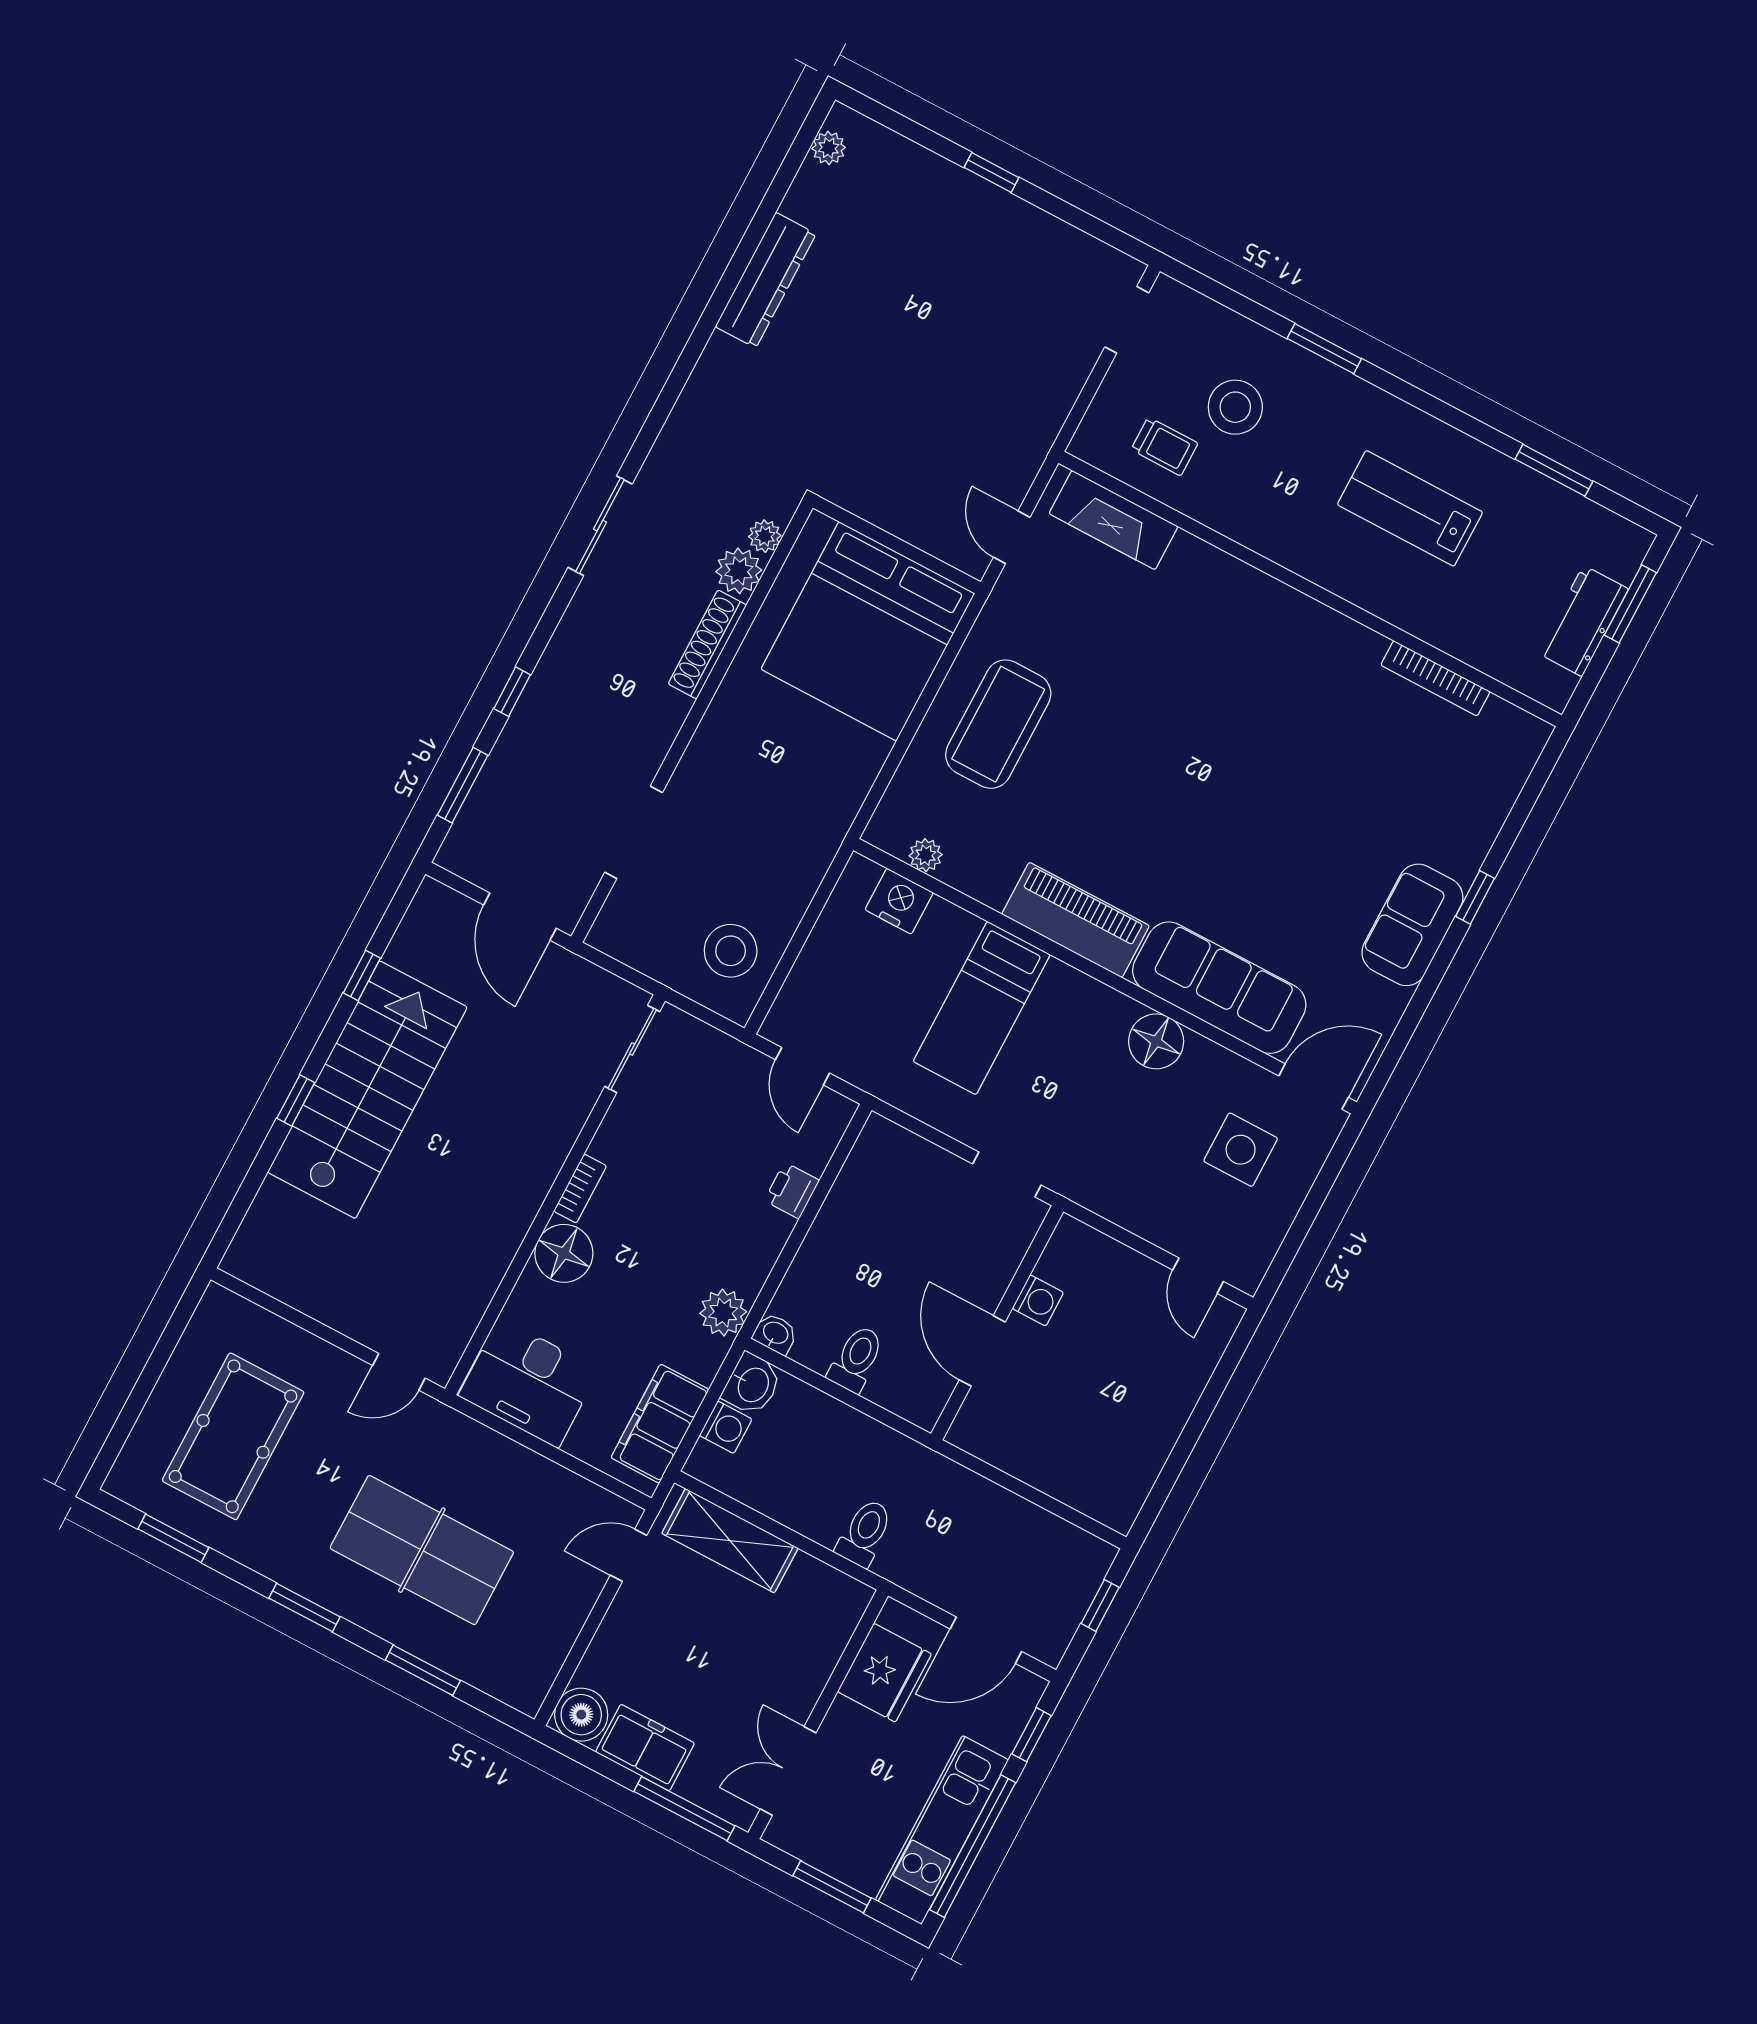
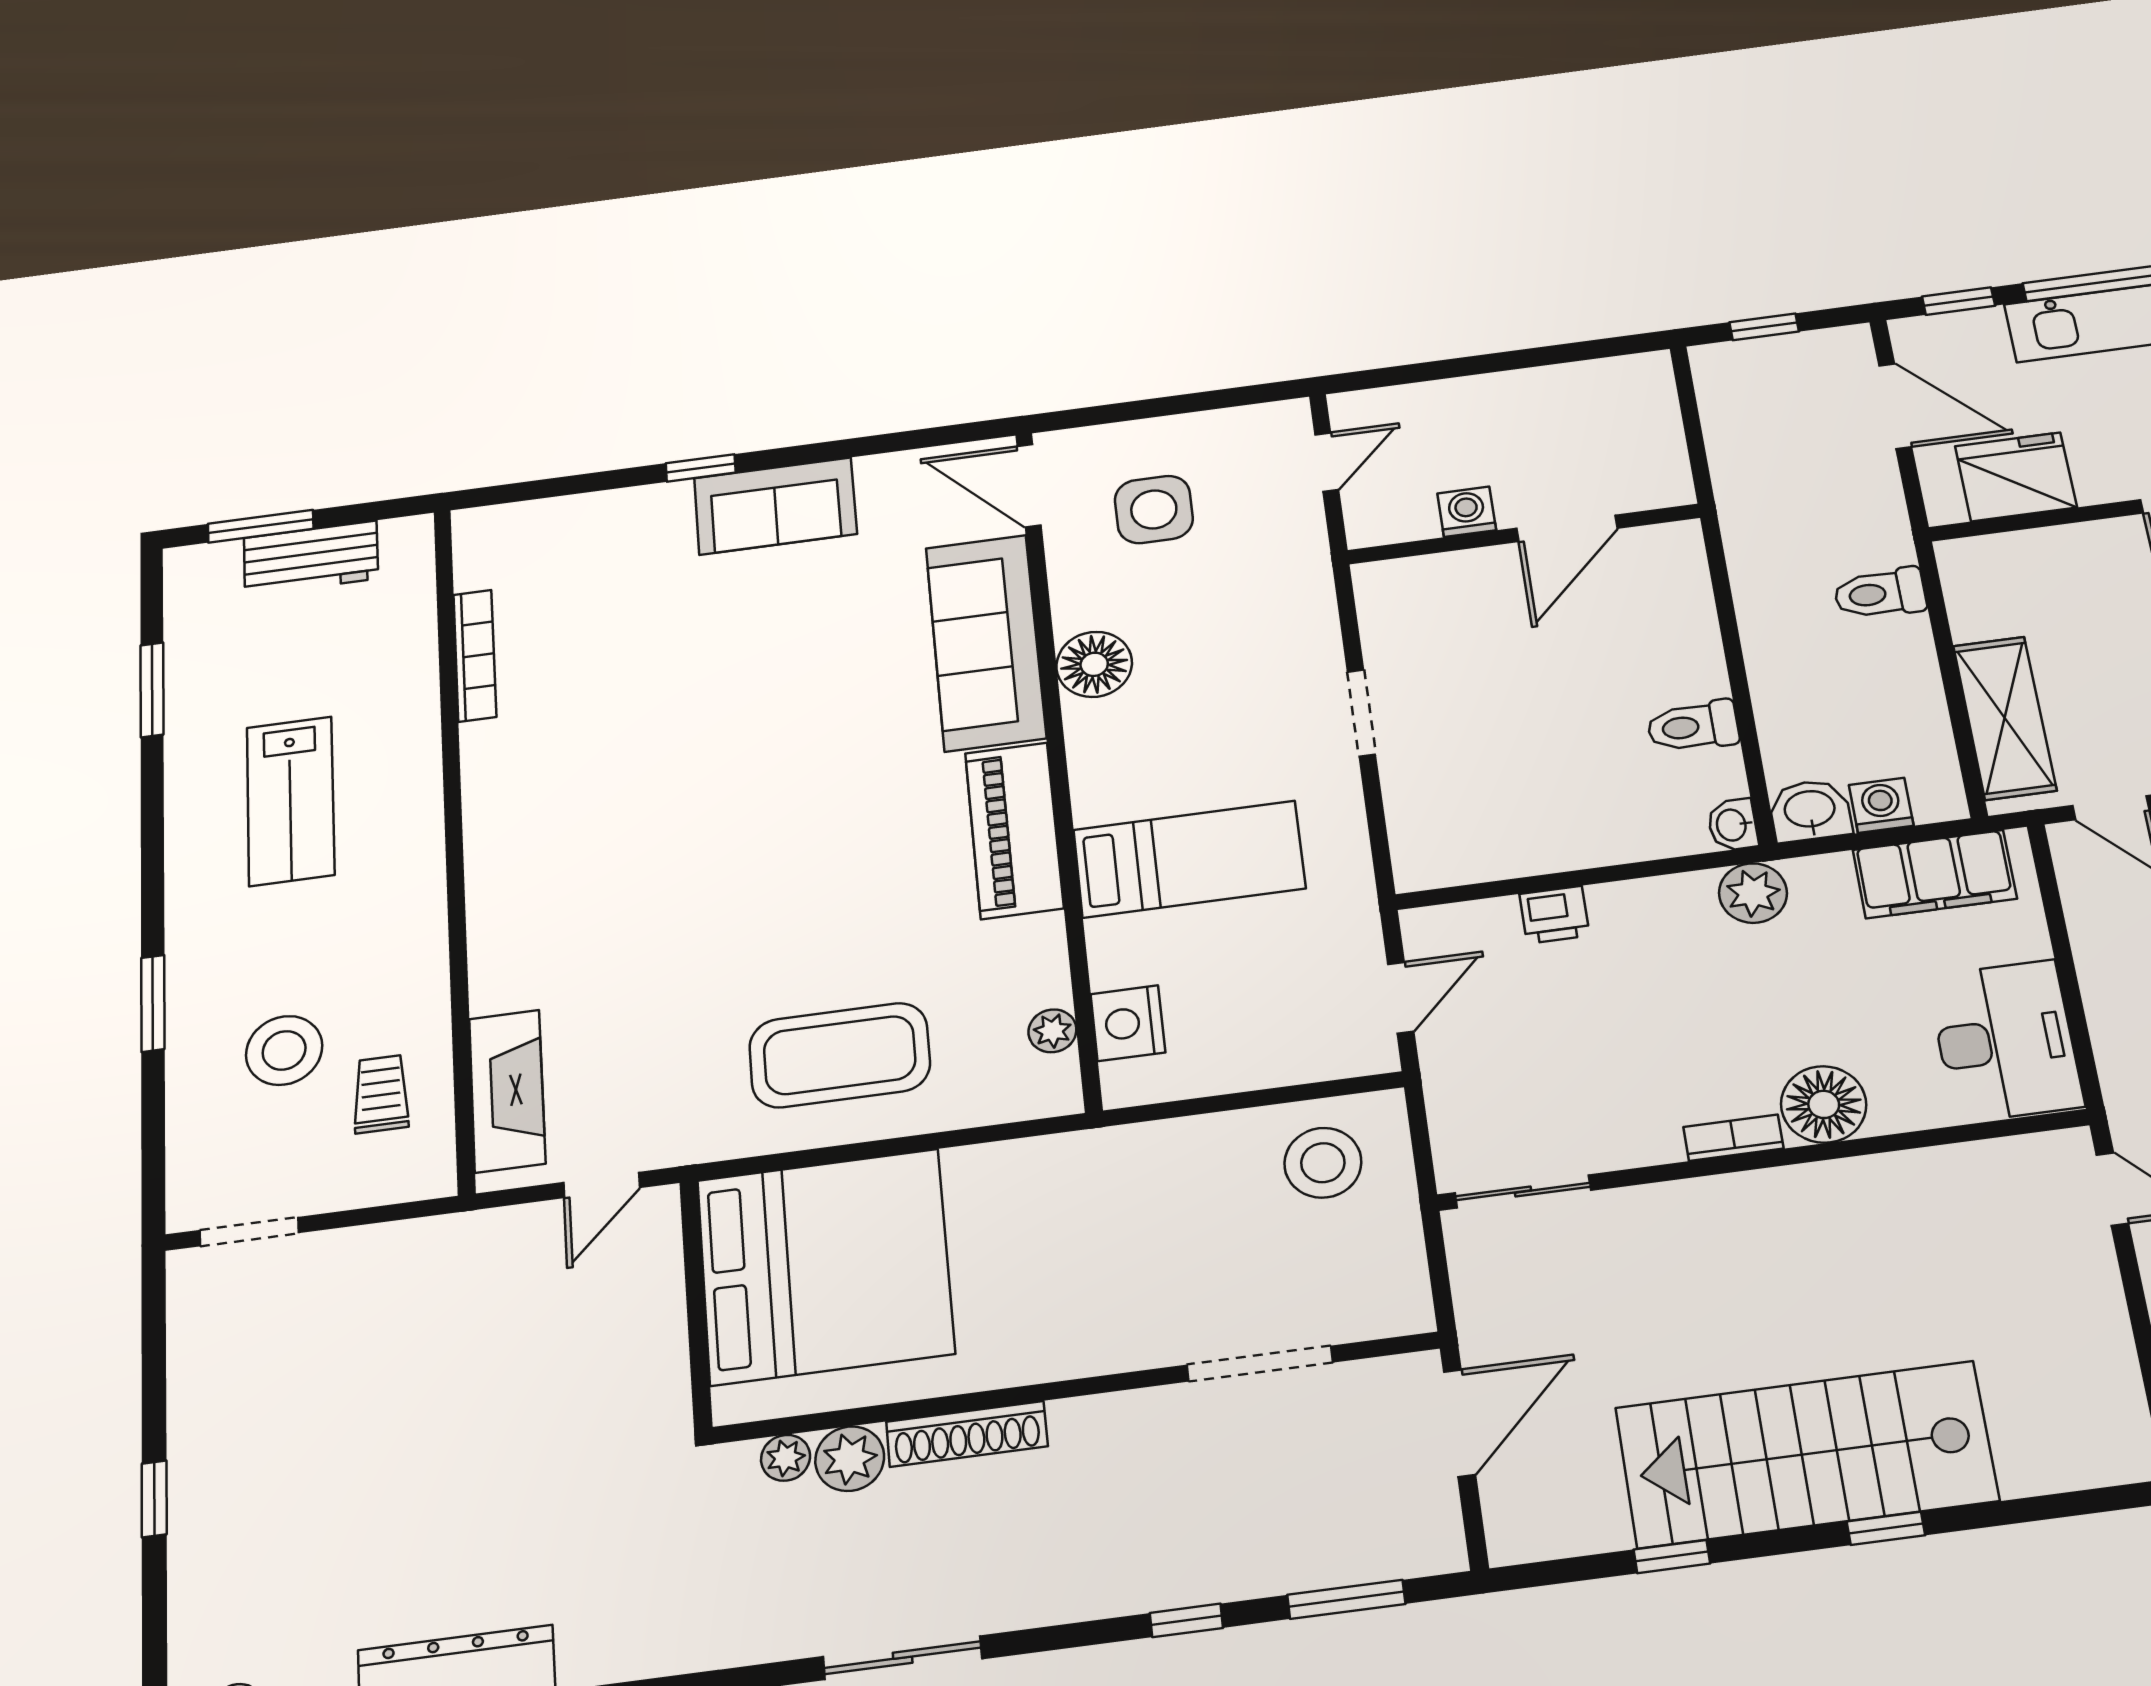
washing machine: (1038, 1300) -> (1467, 512), moved
wall: (997, 1323) -> (1524, 534), moved
door: (982, 1351) -> (1567, 528), moved

